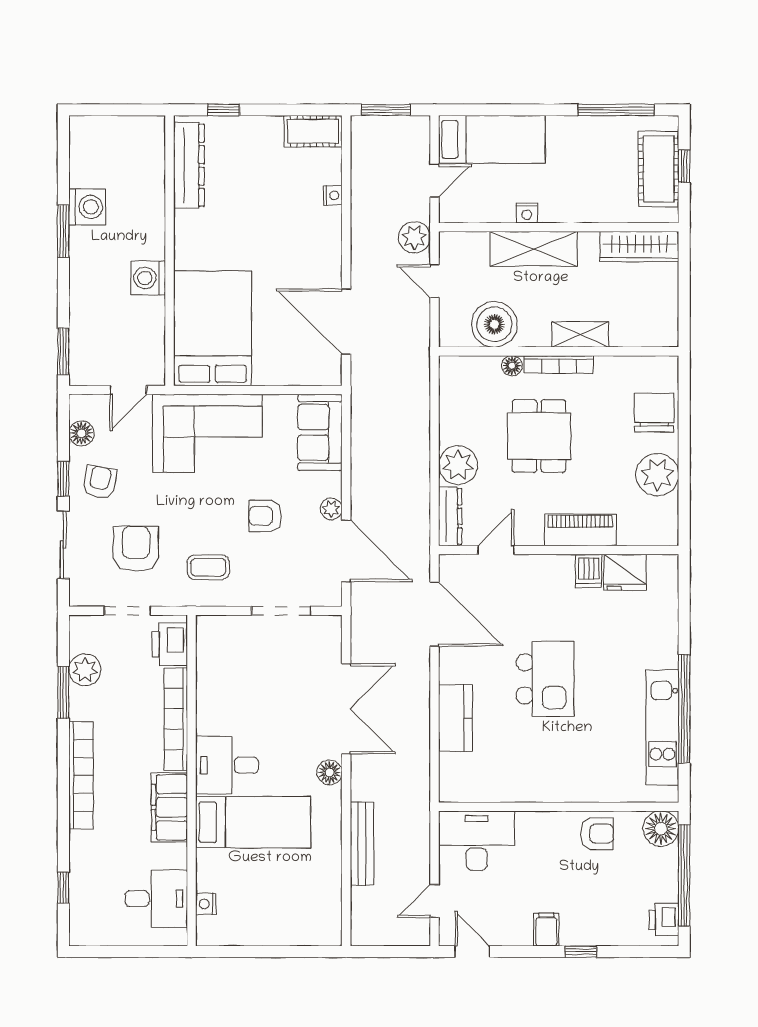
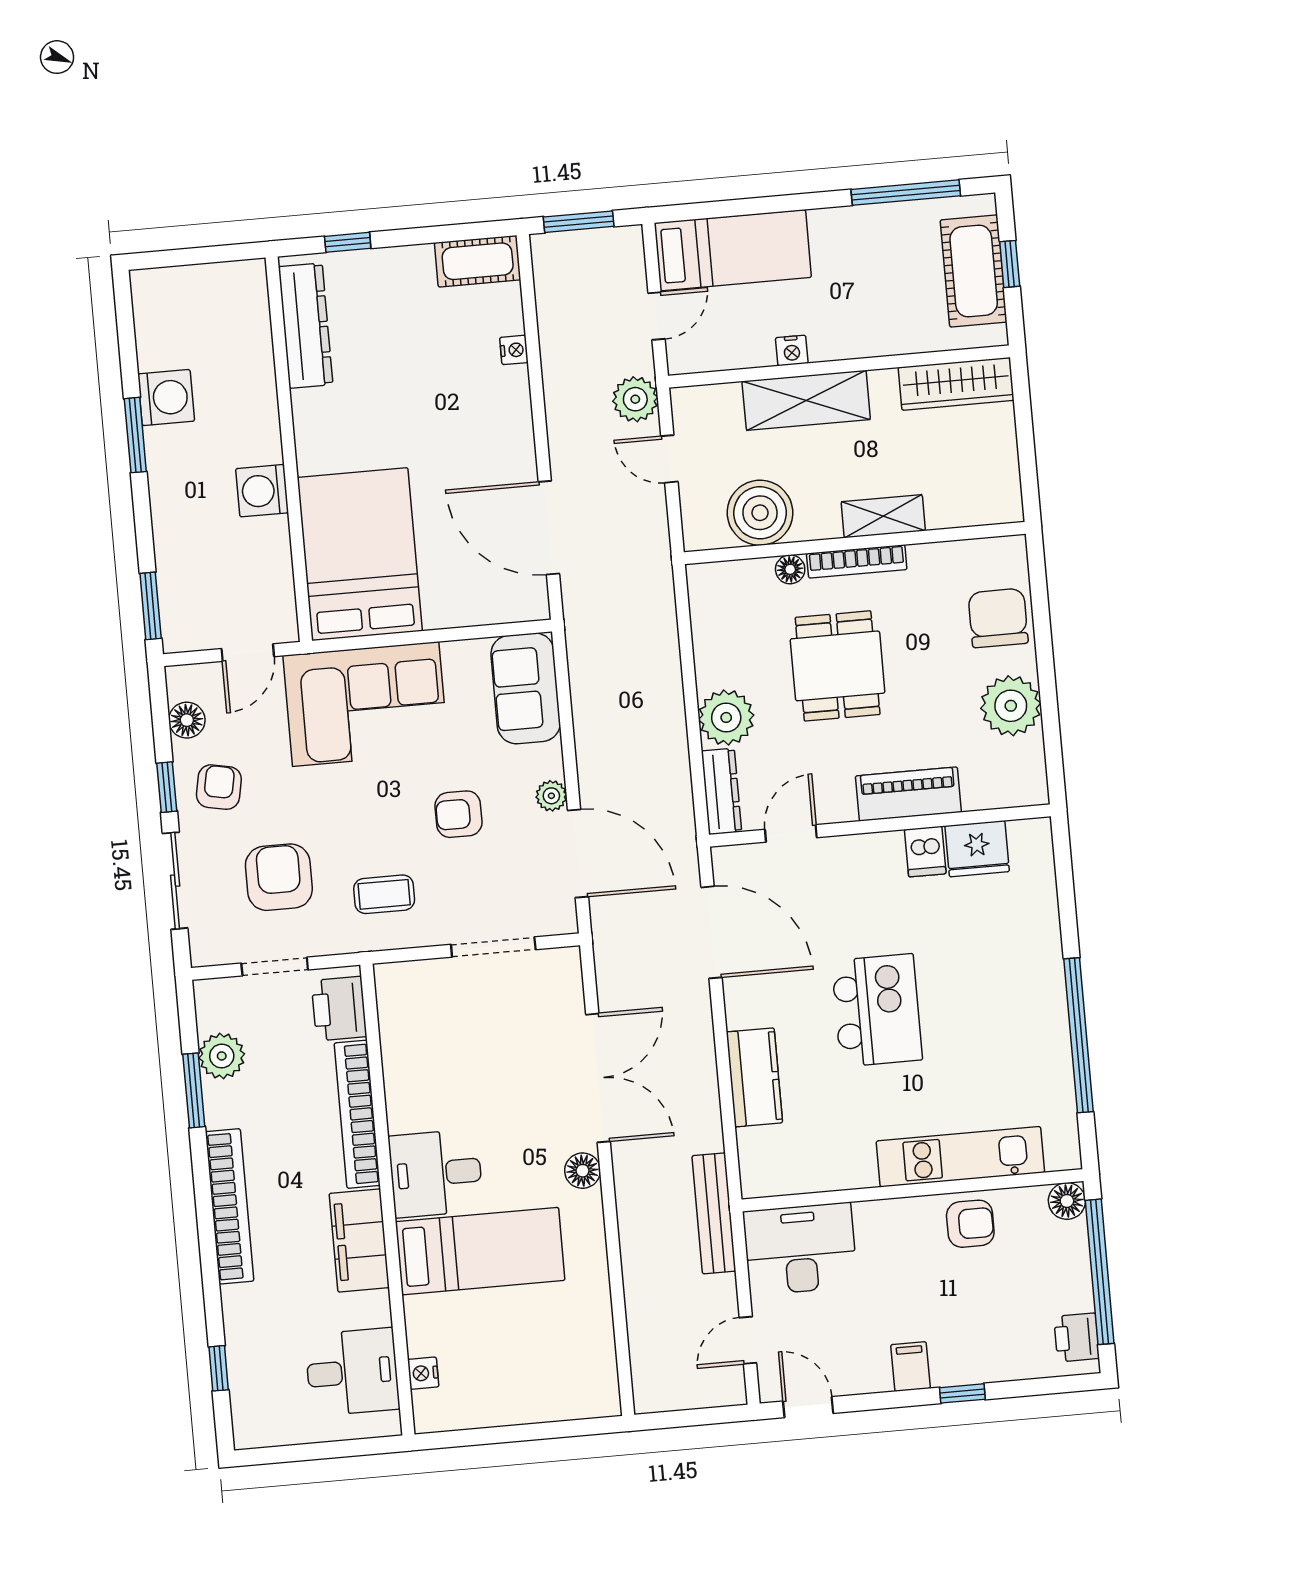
kitchen unit: (662, 728) -> (960, 1157), moved, turned 90
floor lamp: (661, 829) -> (1067, 1201), width x0.73, depth x0.73
bench: (362, 843) -> (714, 1213), moved

